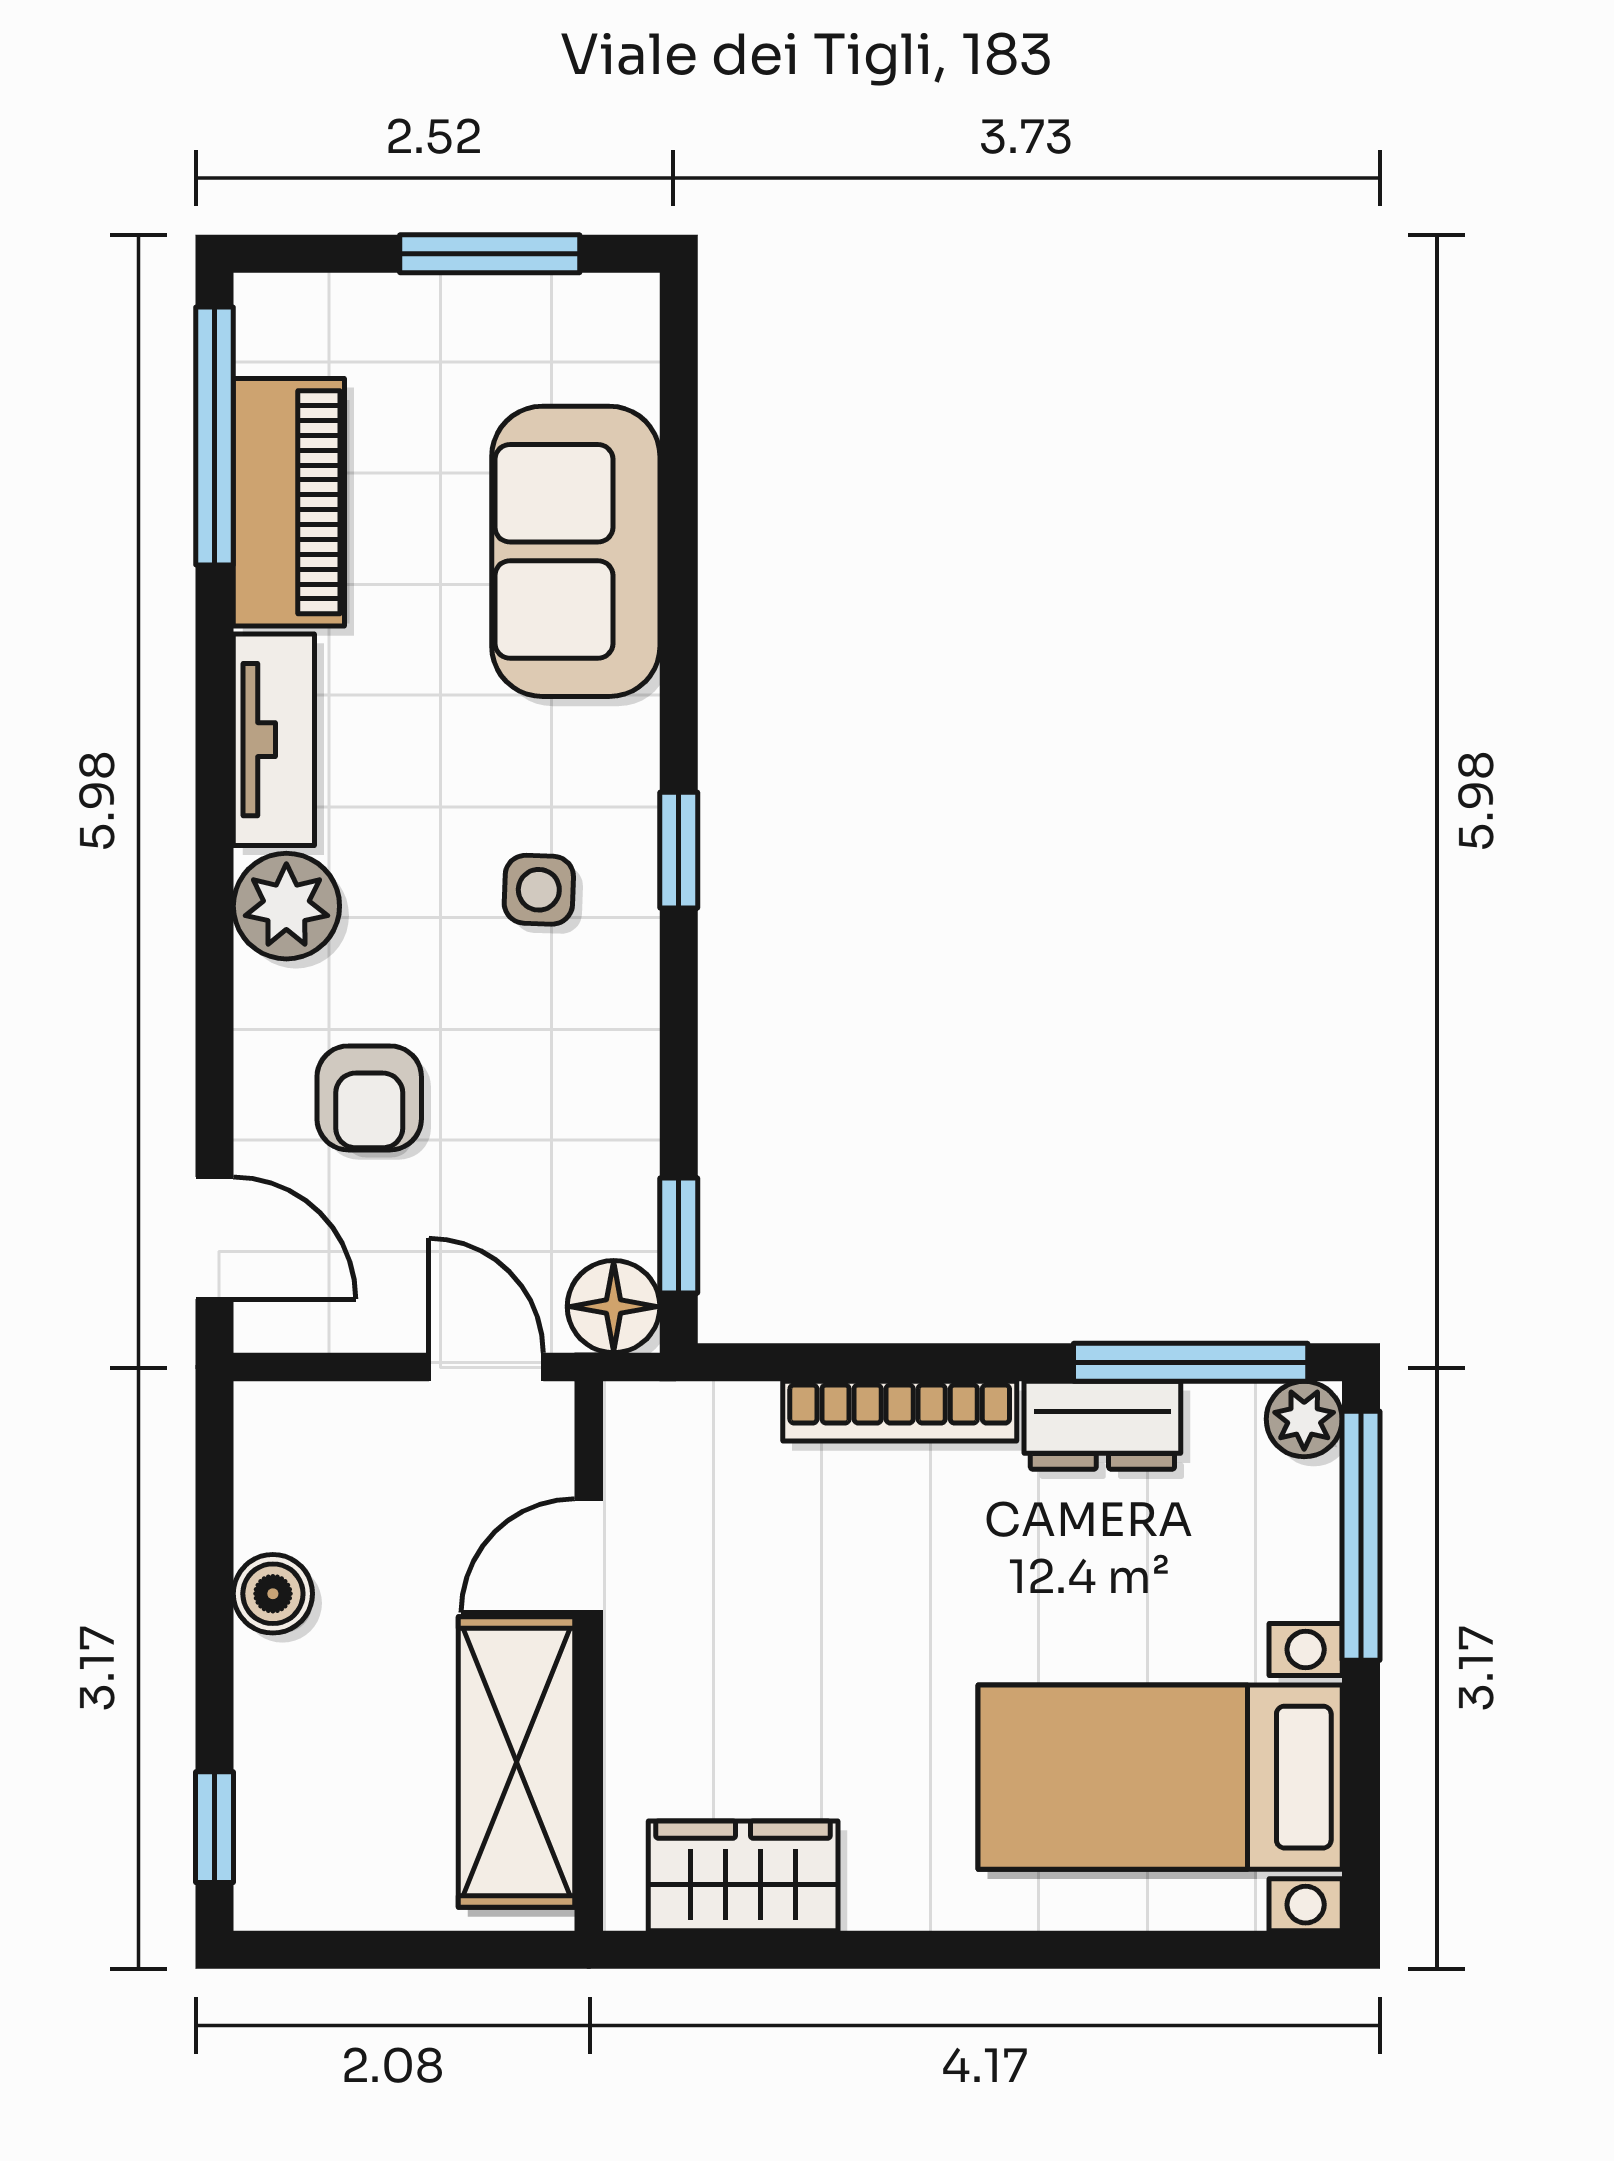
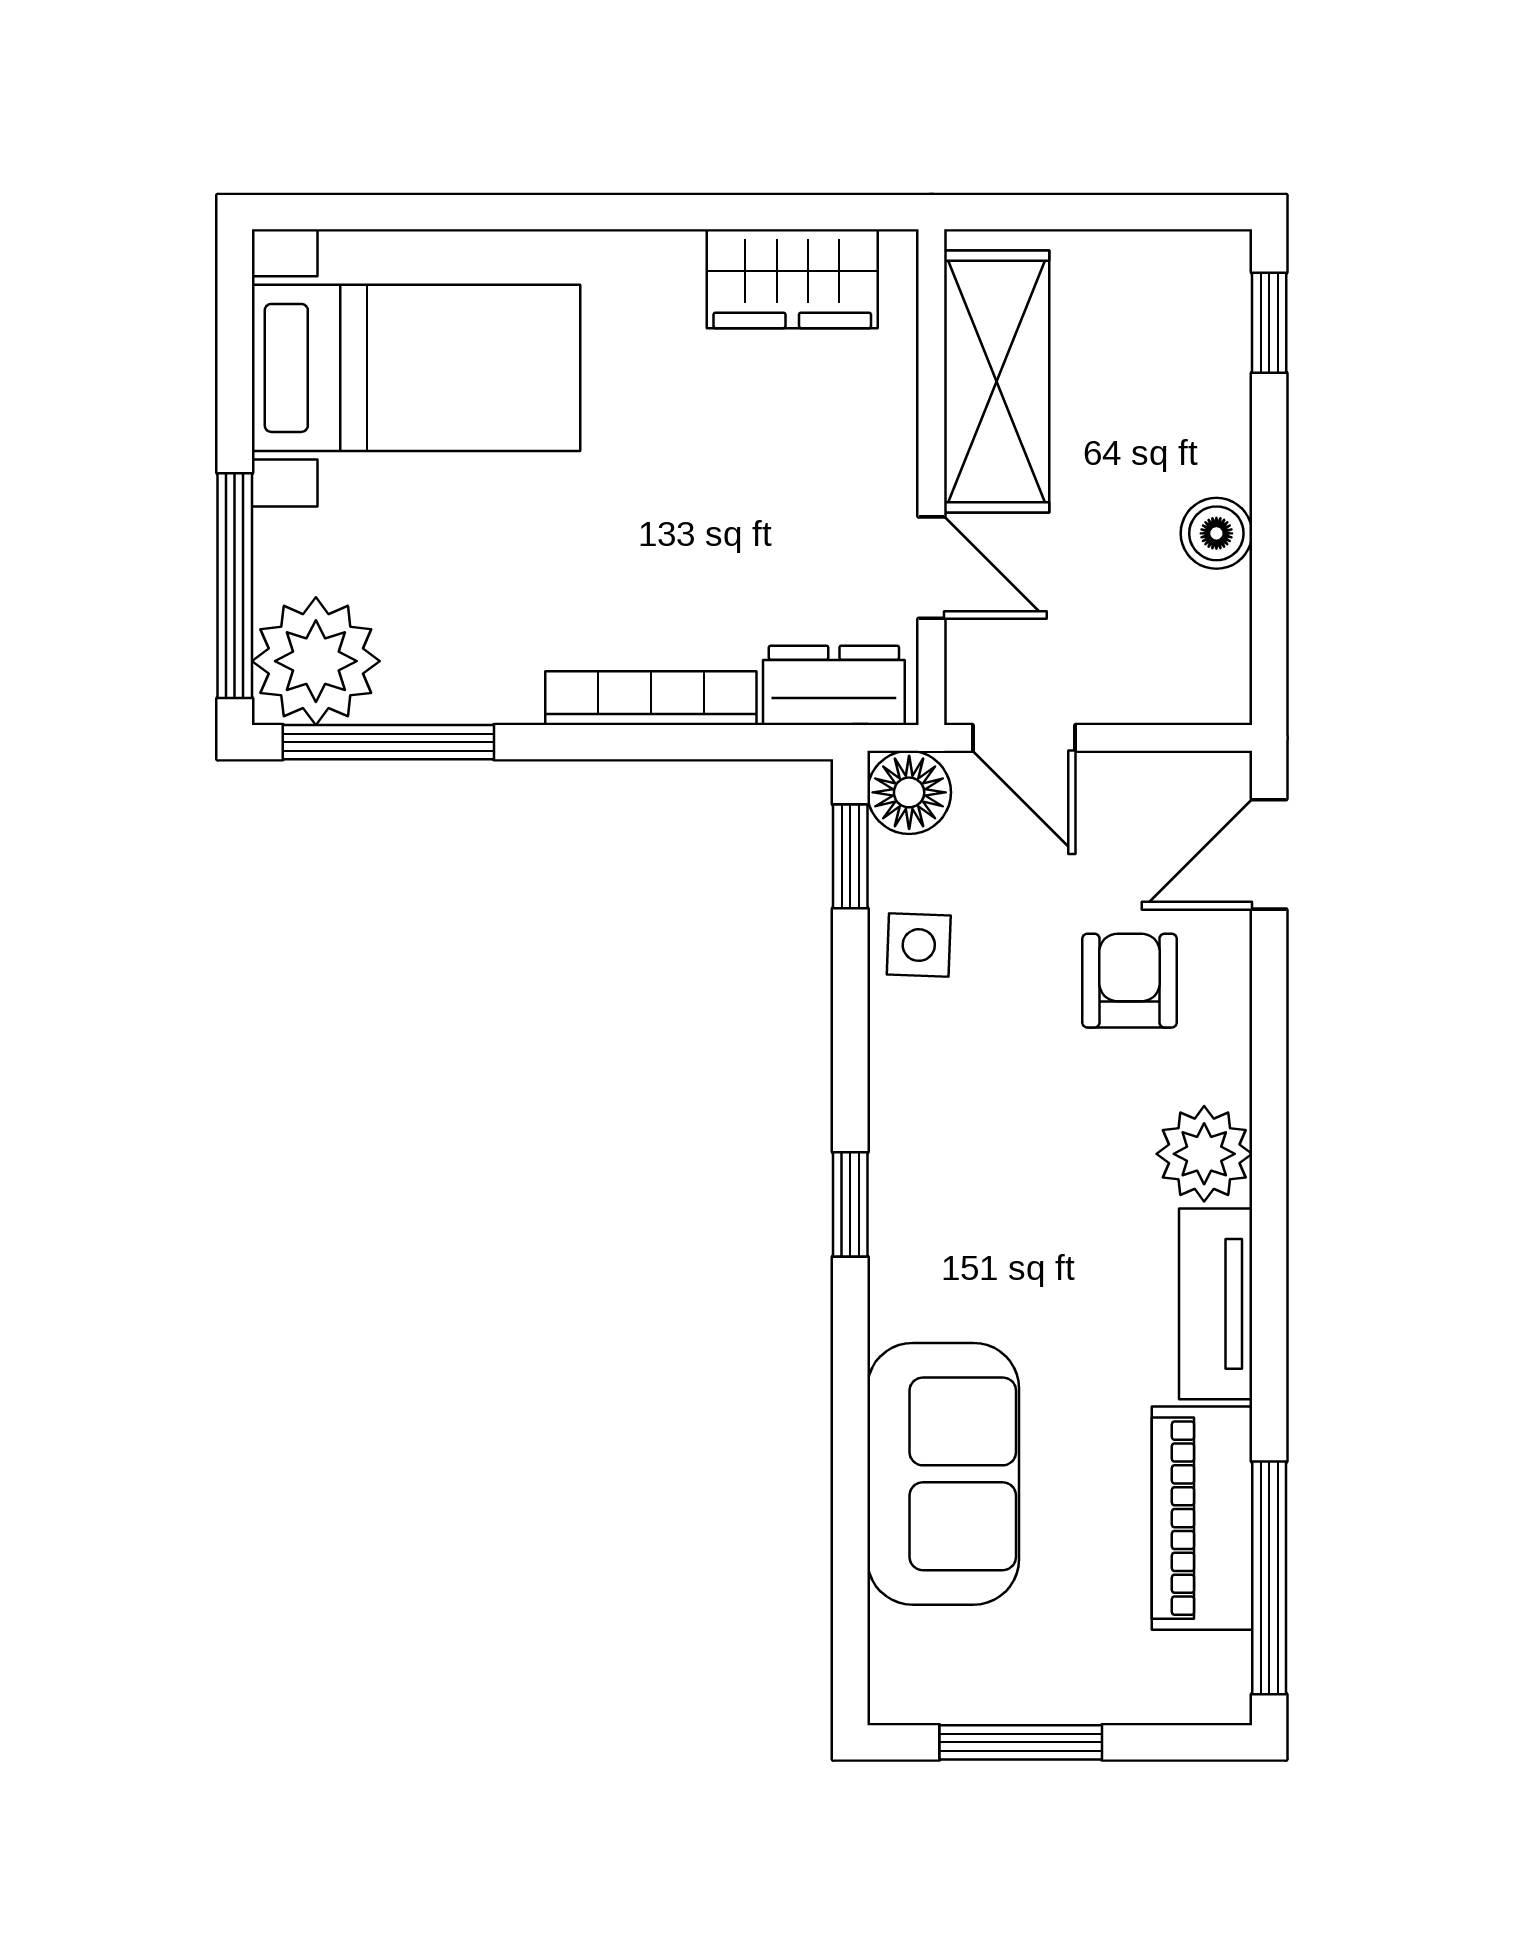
side table: (539, 890) -> (919, 945), moved
door: (215, 1238) -> (1269, 854), hinge flipped
plant: (1304, 1419) -> (316, 661), width x1.88, depth x1.88
dresser: (1102, 1425) -> (834, 685), moved
door: (589, 1556) -> (931, 568), hinge flipped

